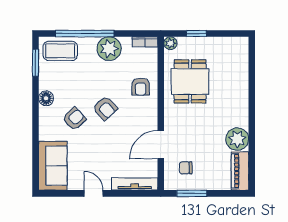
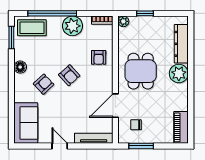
dresser: (240, 70) -> (181, 44), added
dining table: (190, 81) -> (141, 71), moved
plant: (237, 139) -> (179, 74), moved

